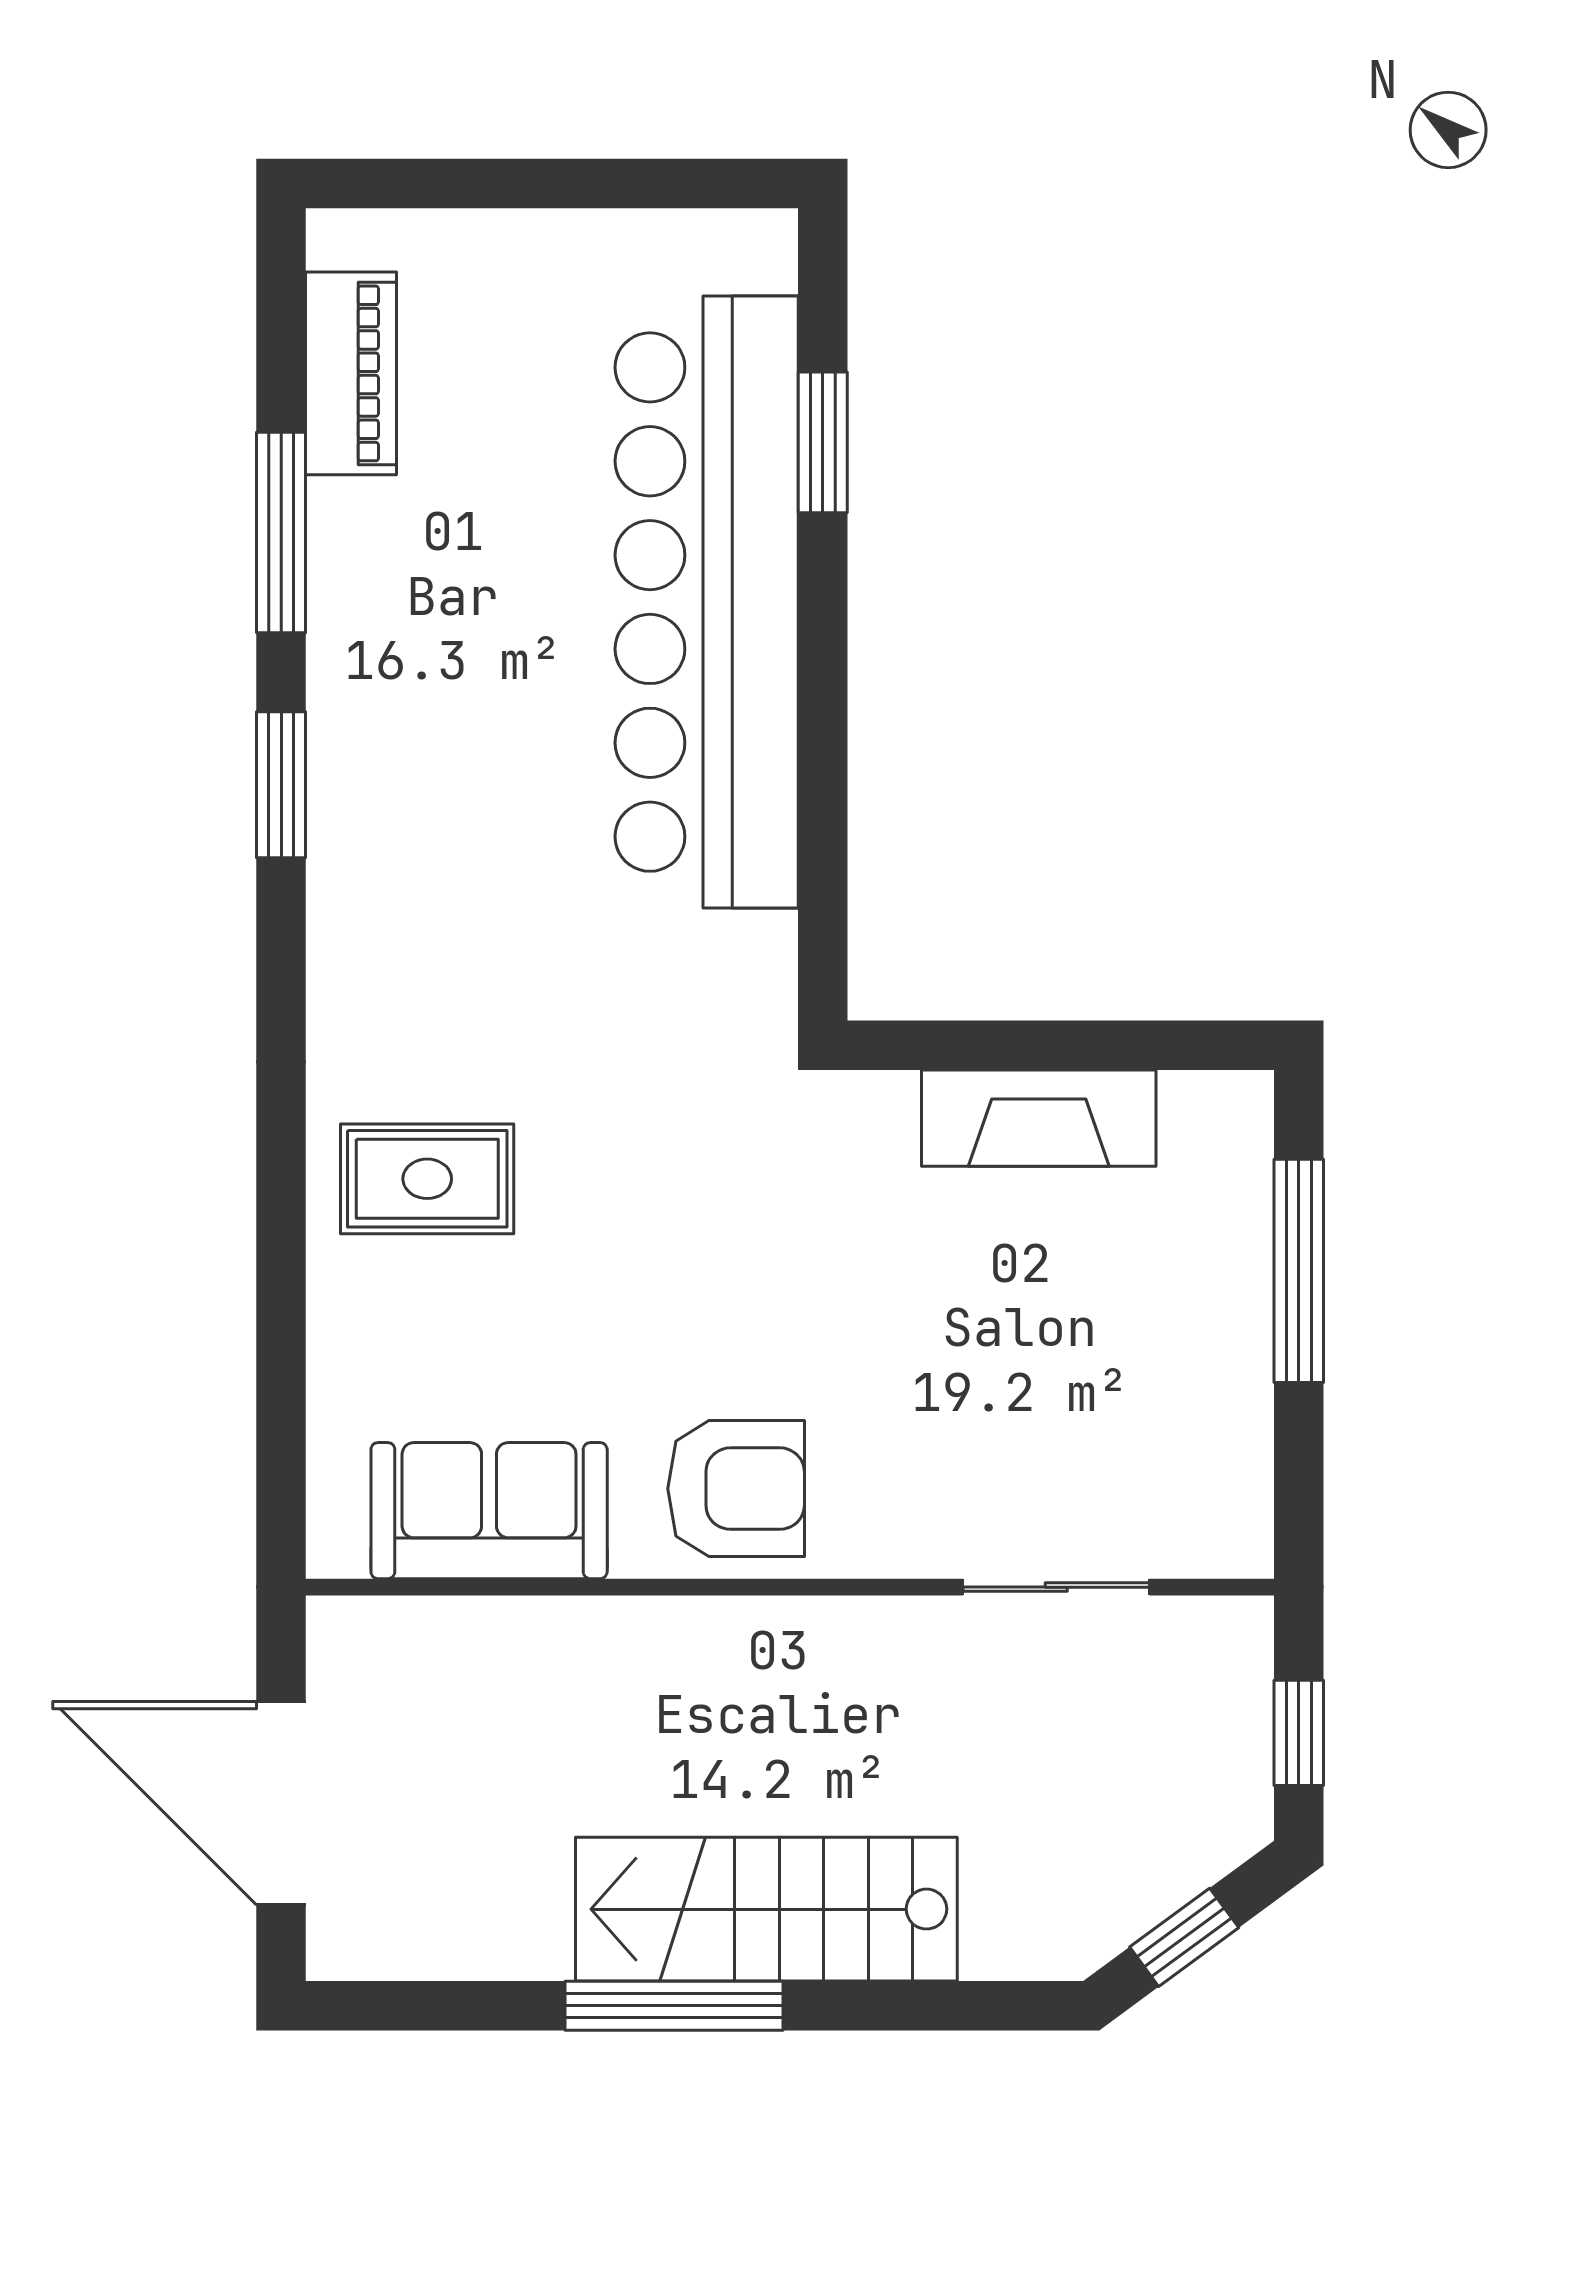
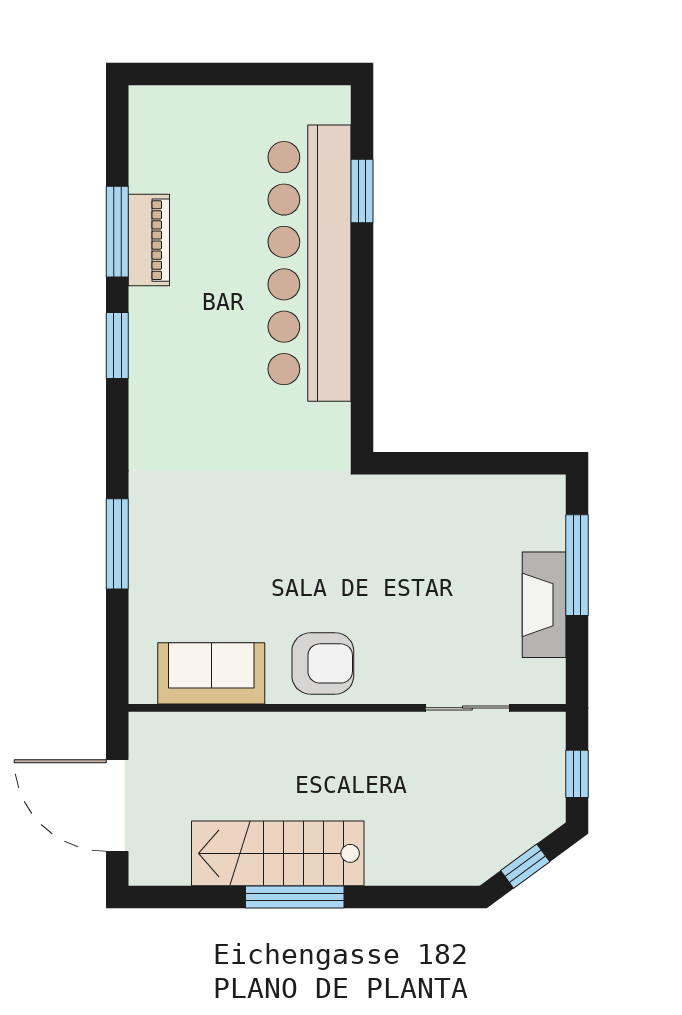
piano: (351, 373) -> (149, 240), moved
fireplace: (1039, 1118) -> (544, 605), moved, turned 90
rug: (427, 1179) -> (183, 524), removed
window: (281, 1224) -> (117, 544), added
stairs: (766, 1909) -> (278, 853), moved

